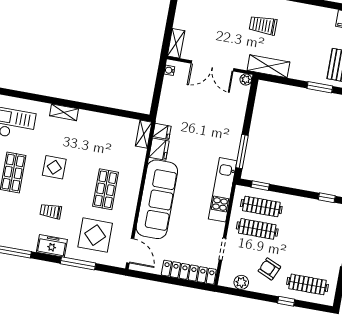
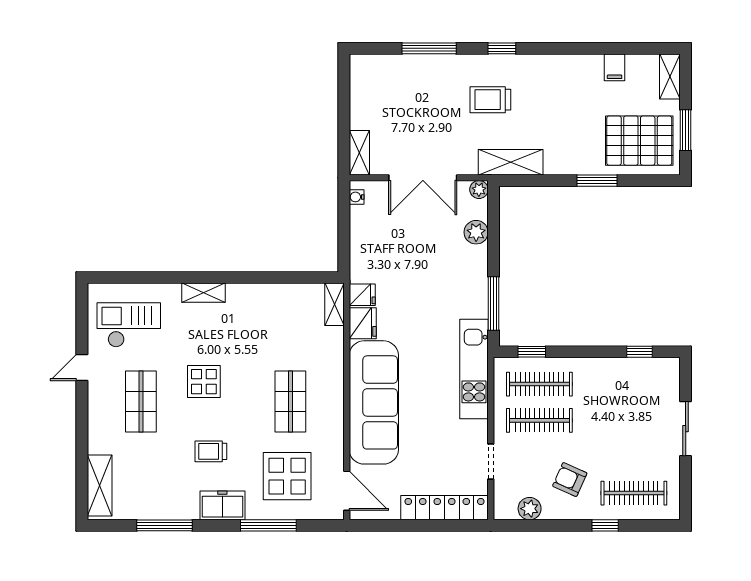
plant: (239, 106) -> (476, 232), added

